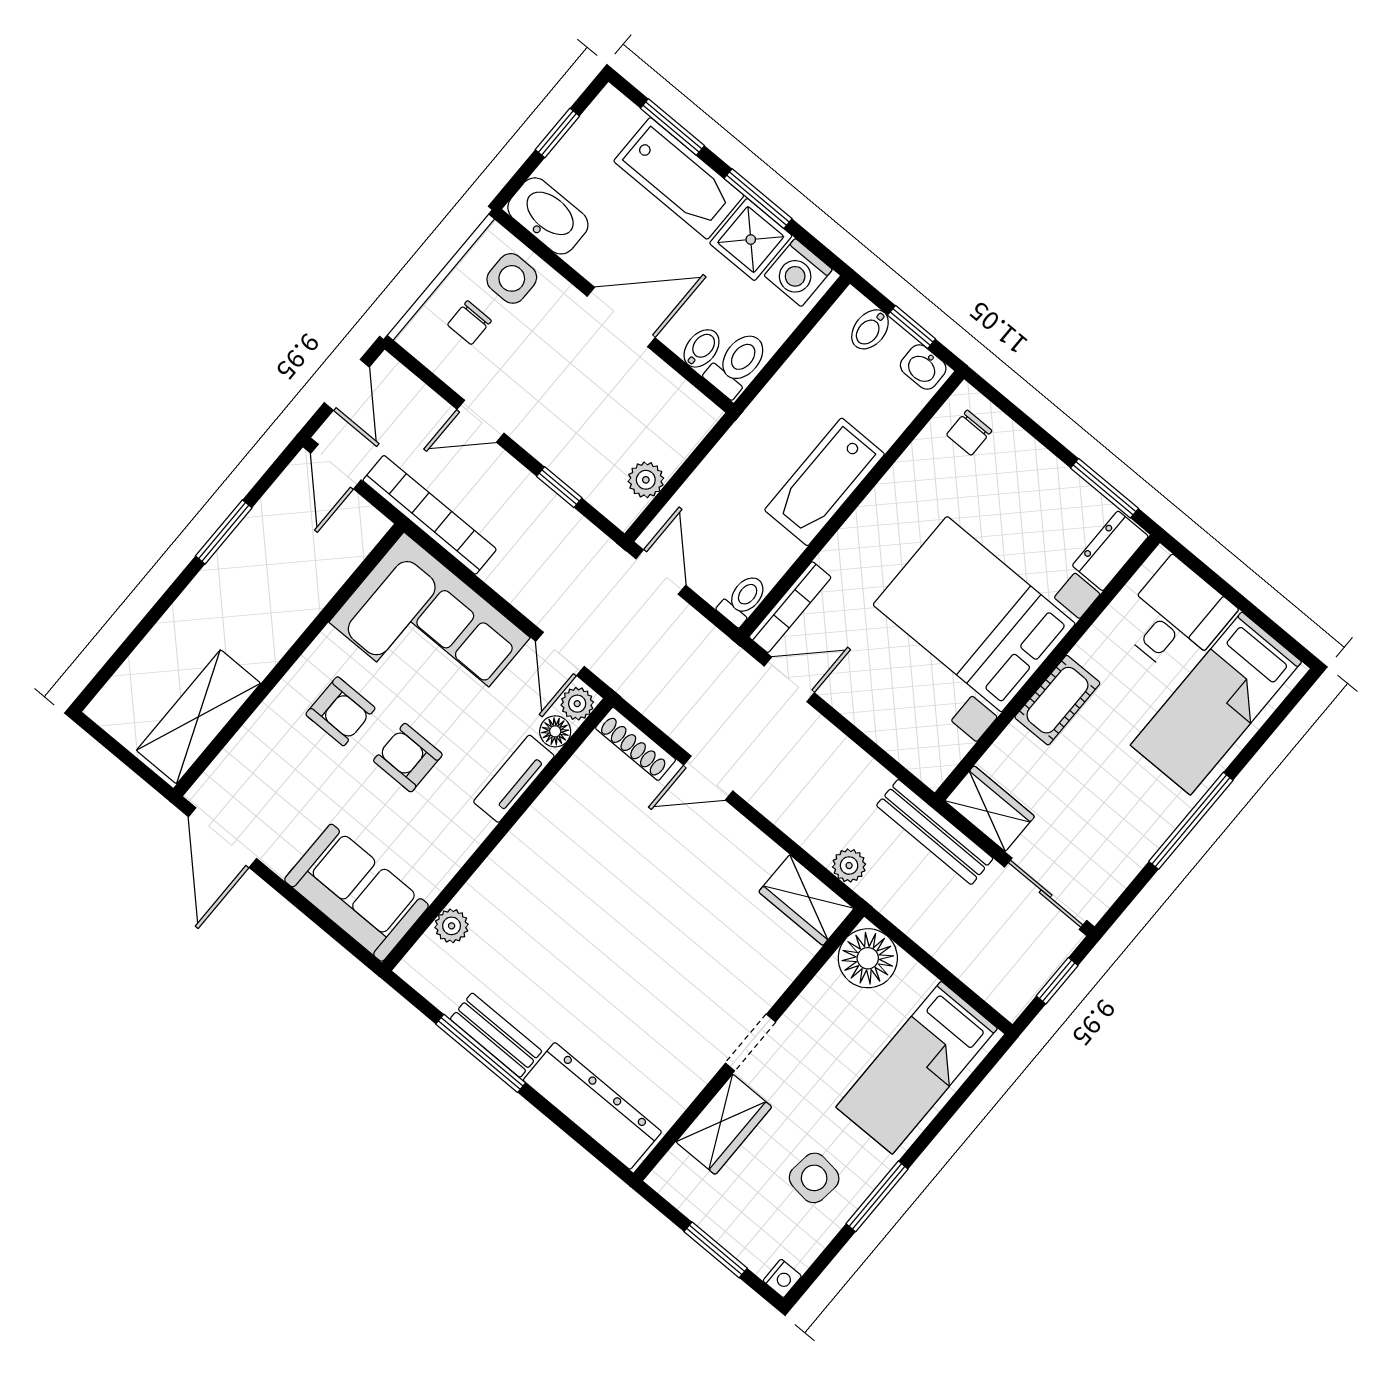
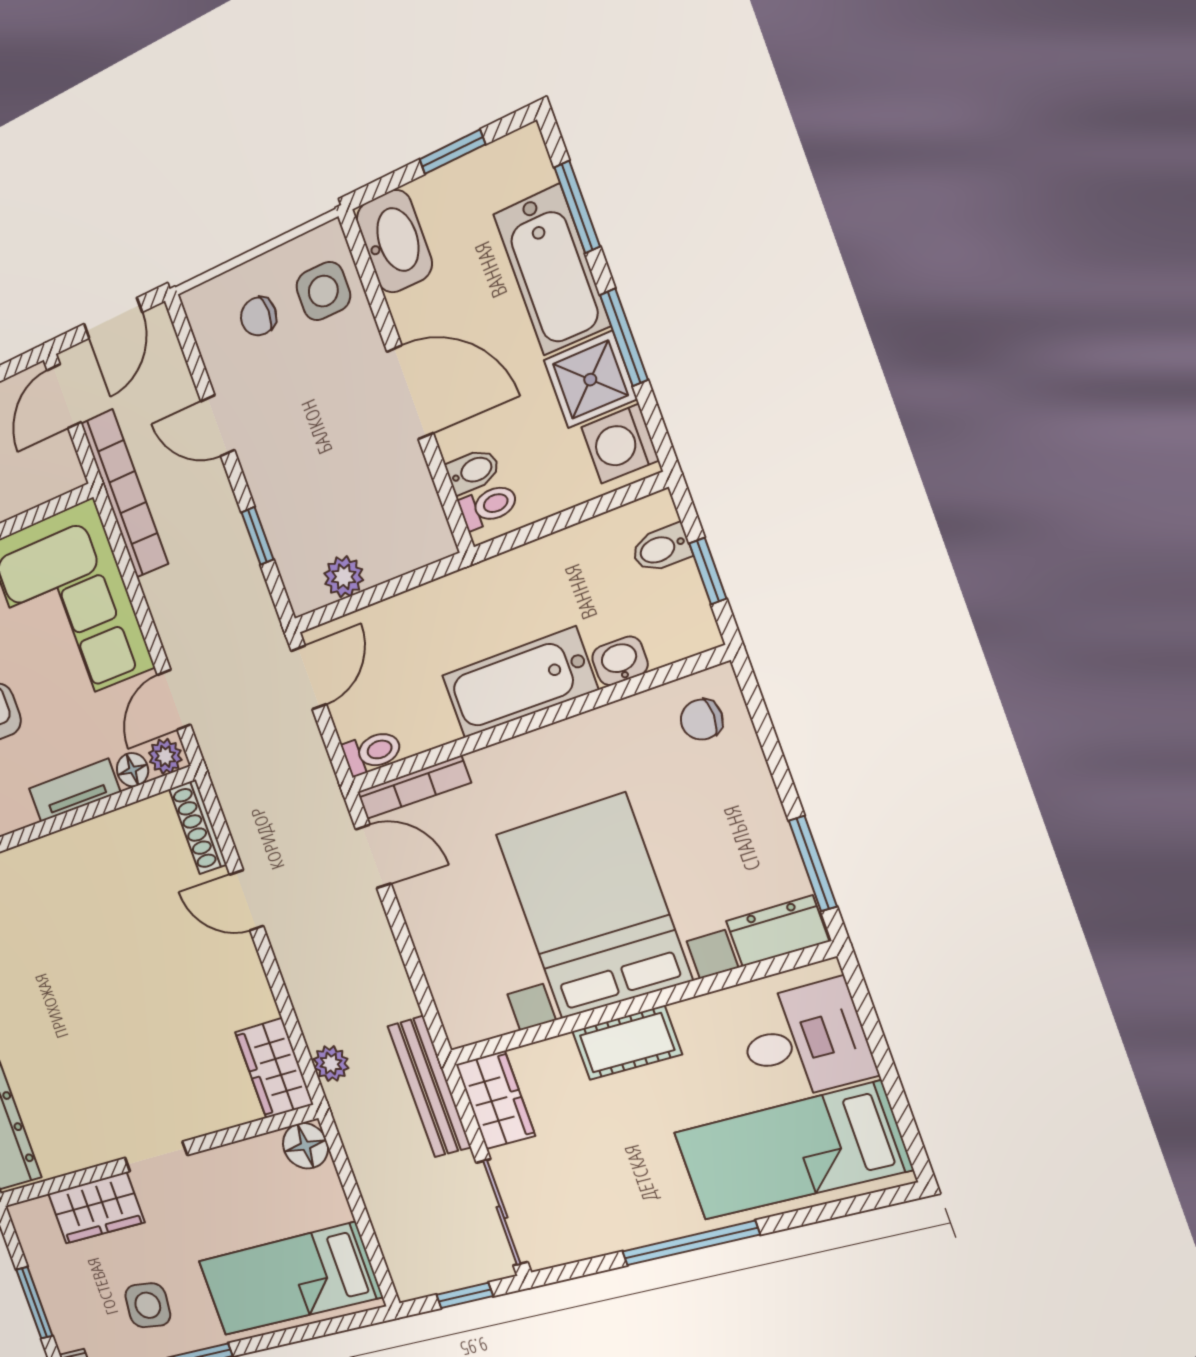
toilet: (737, 364) -> (488, 506), width x0.73, depth x0.72
washbasin: (923, 367) -> (620, 661), moved, turned 90
floor lamp: (868, 958) -> (305, 1146), width x0.73, depth x0.73

